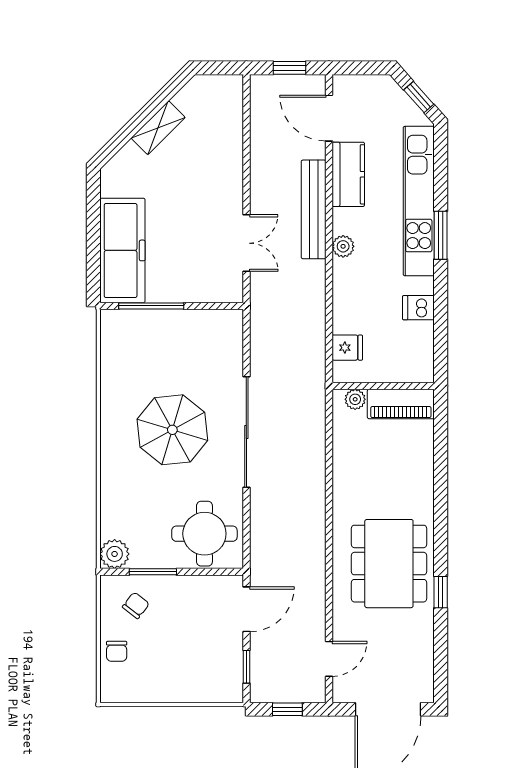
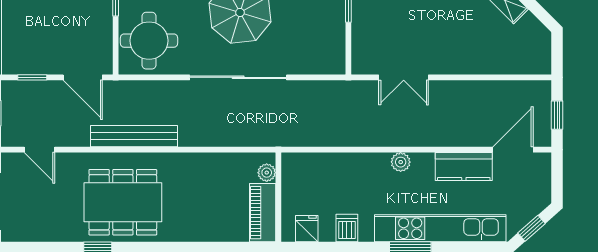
bench: (314, 209) -> (134, 136), moved
fridge: (347, 348) -> (307, 229), moved, turned 180

